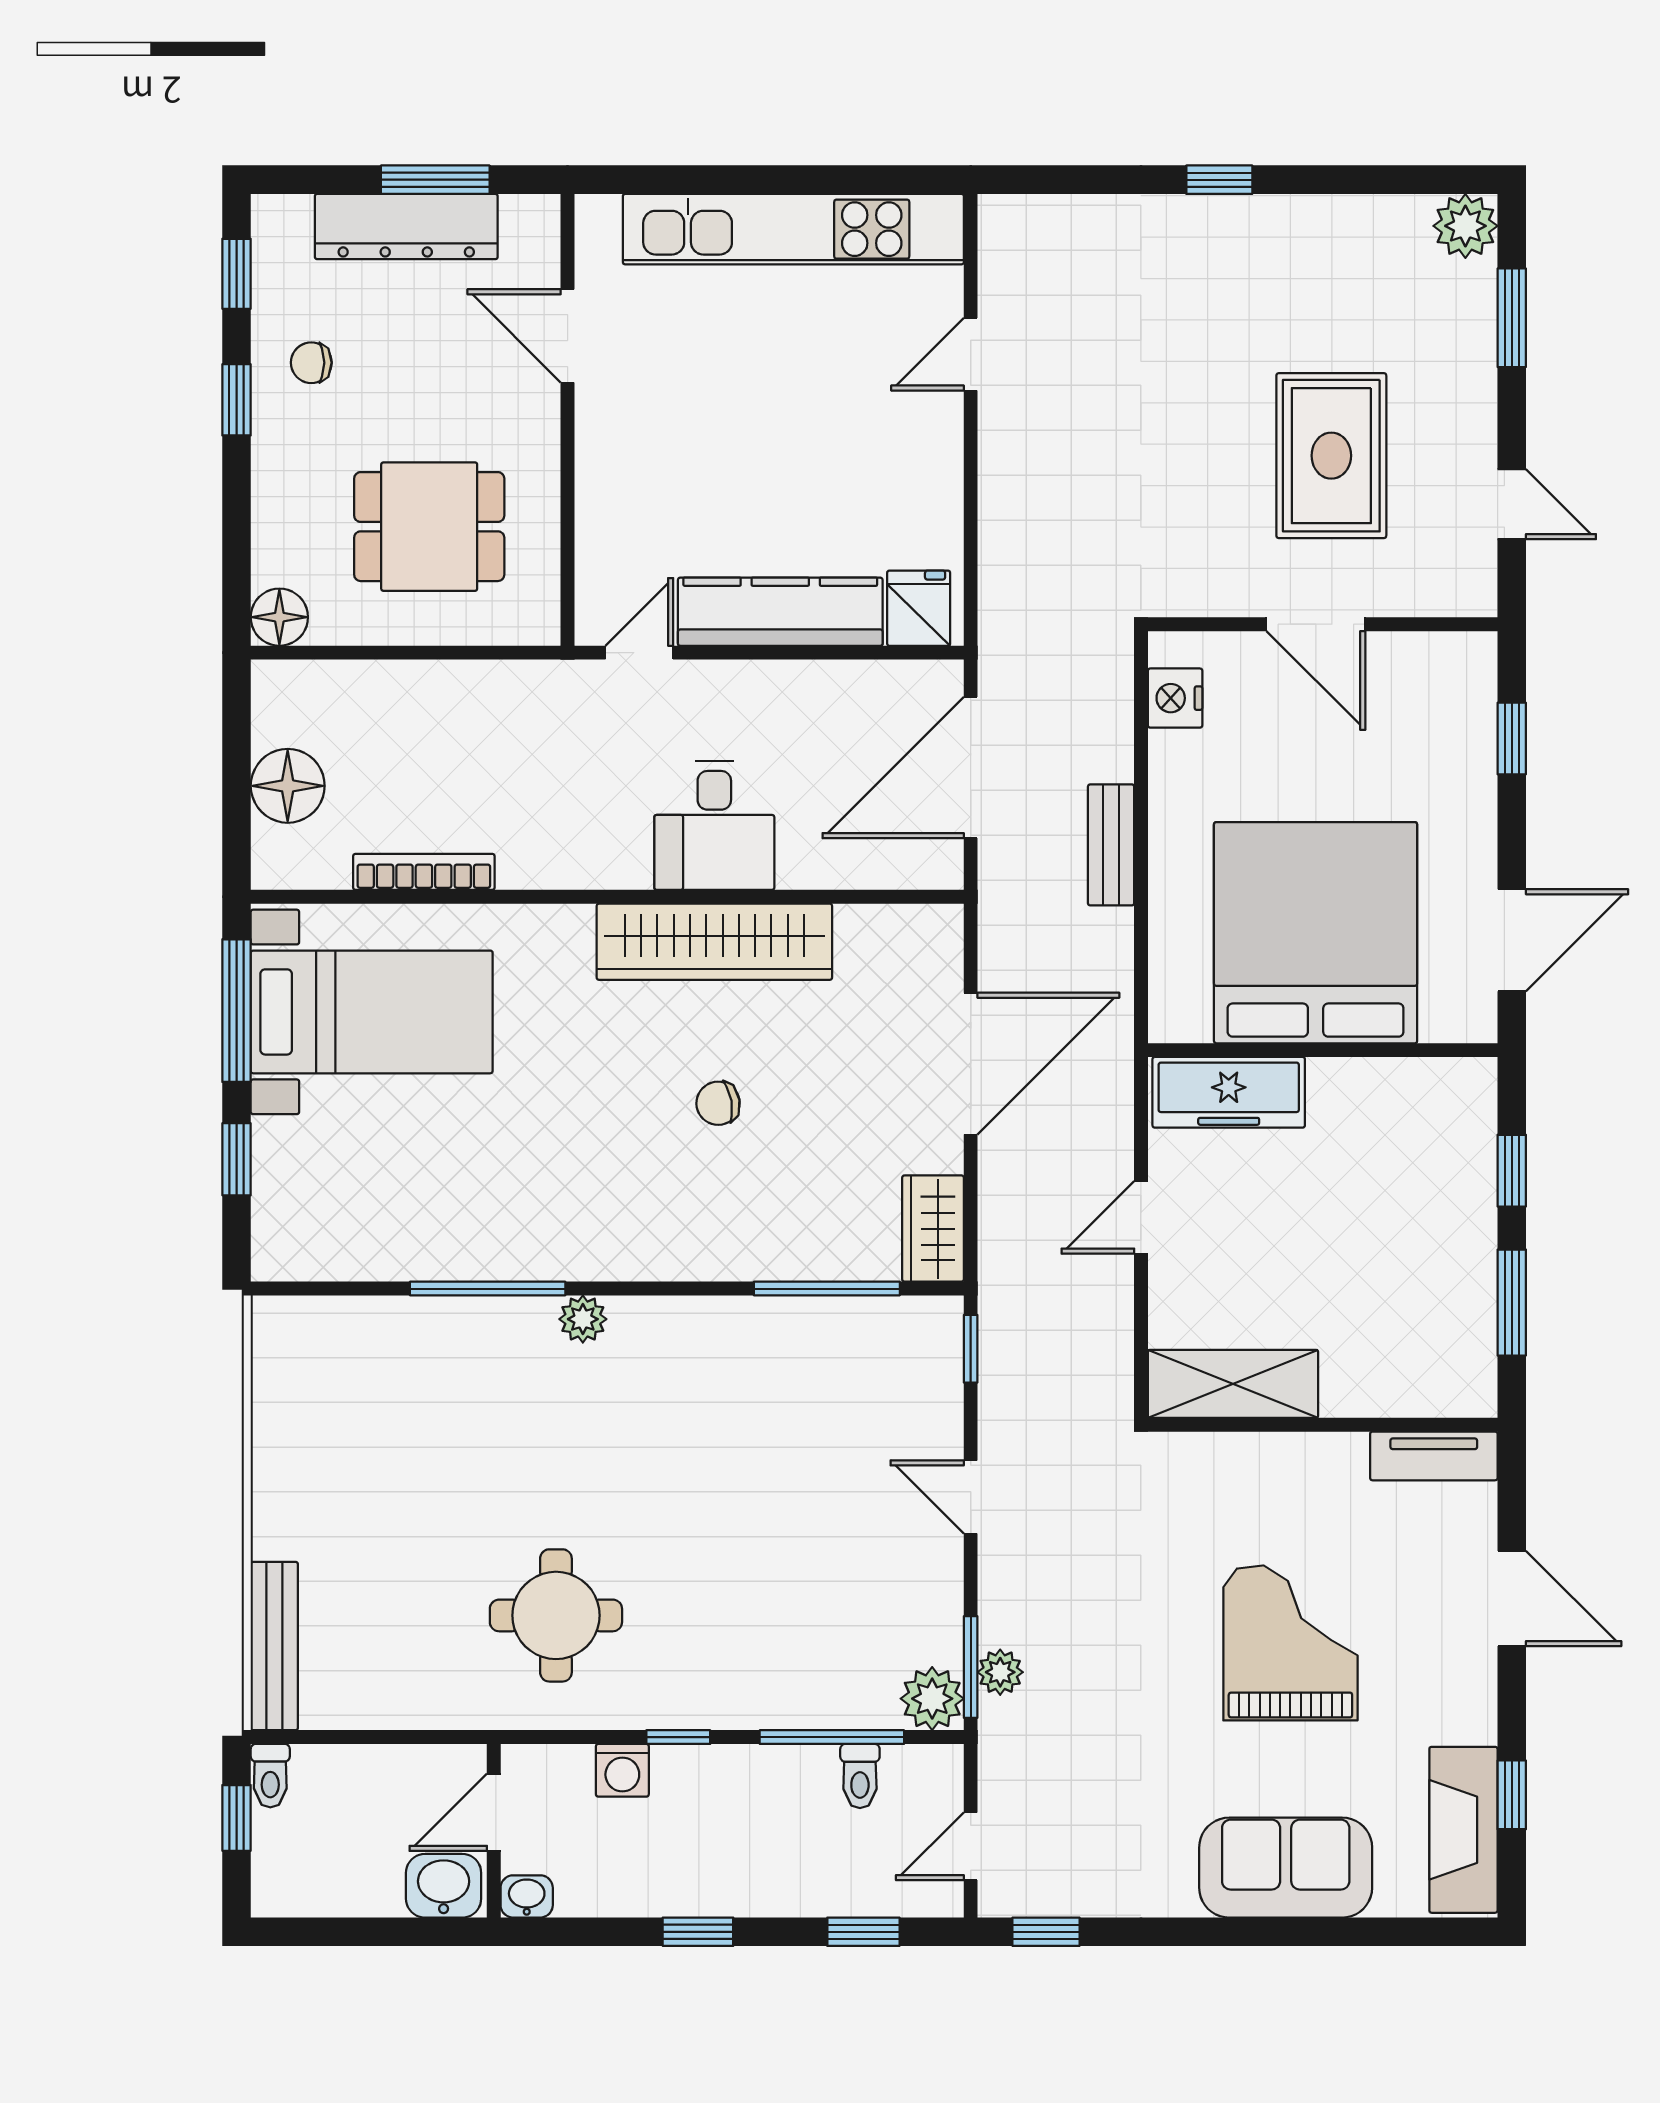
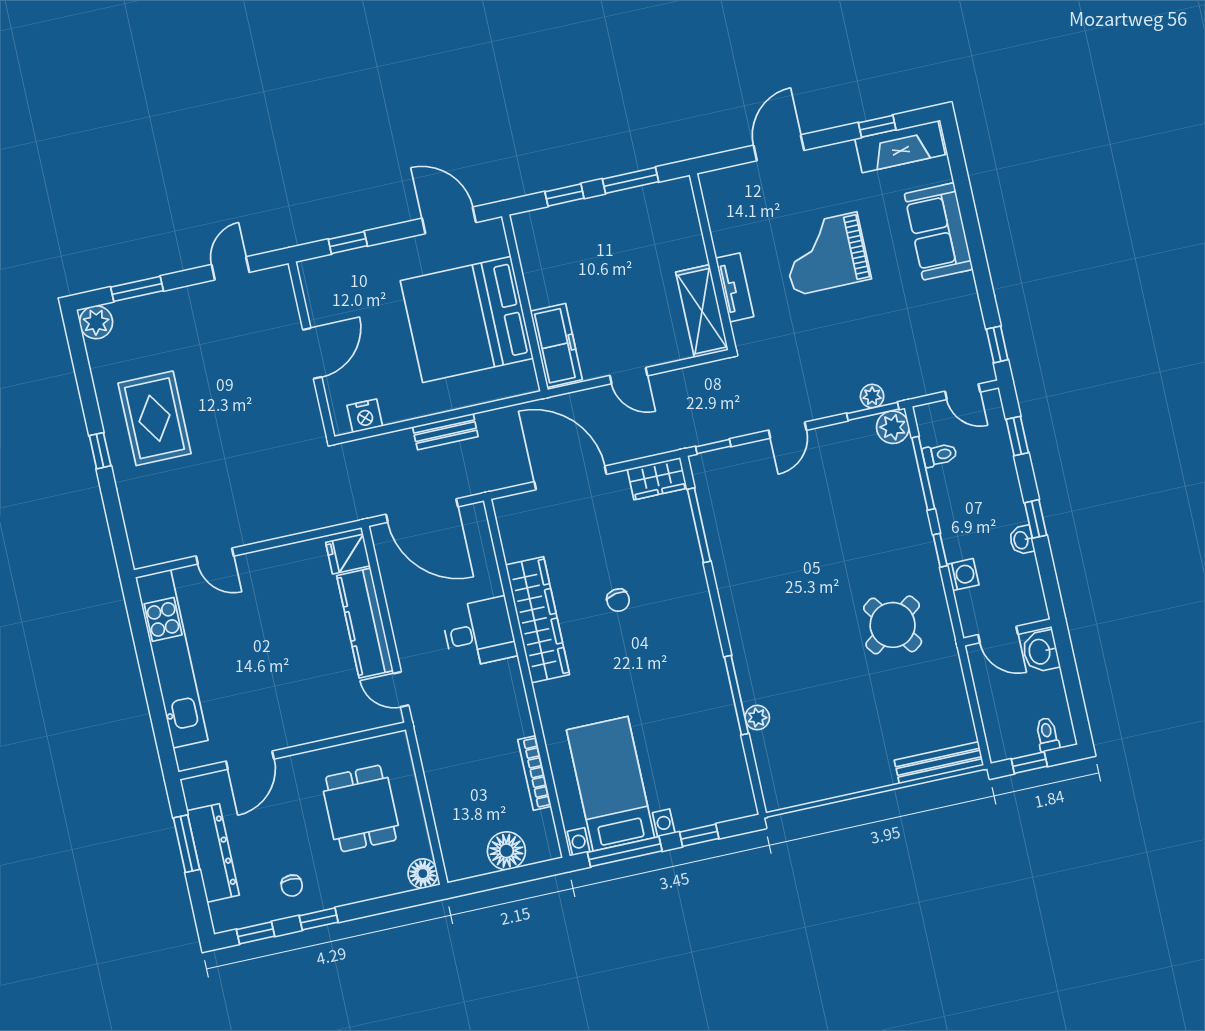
rug: (1331, 456) -> (155, 418), moved, turned 90
plant: (583, 1319) -> (757, 718), moved
tv unit: (1434, 1456) -> (735, 287), moved
round table: (556, 1615) -> (893, 625), turned -36
toilet: (270, 1776) -> (1047, 735), moved, turned -90
washbasin: (527, 1896) -> (1022, 540), moved

